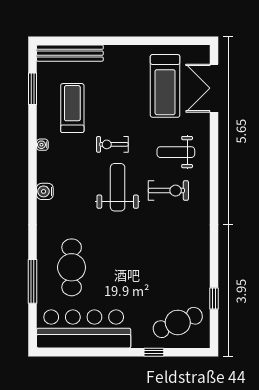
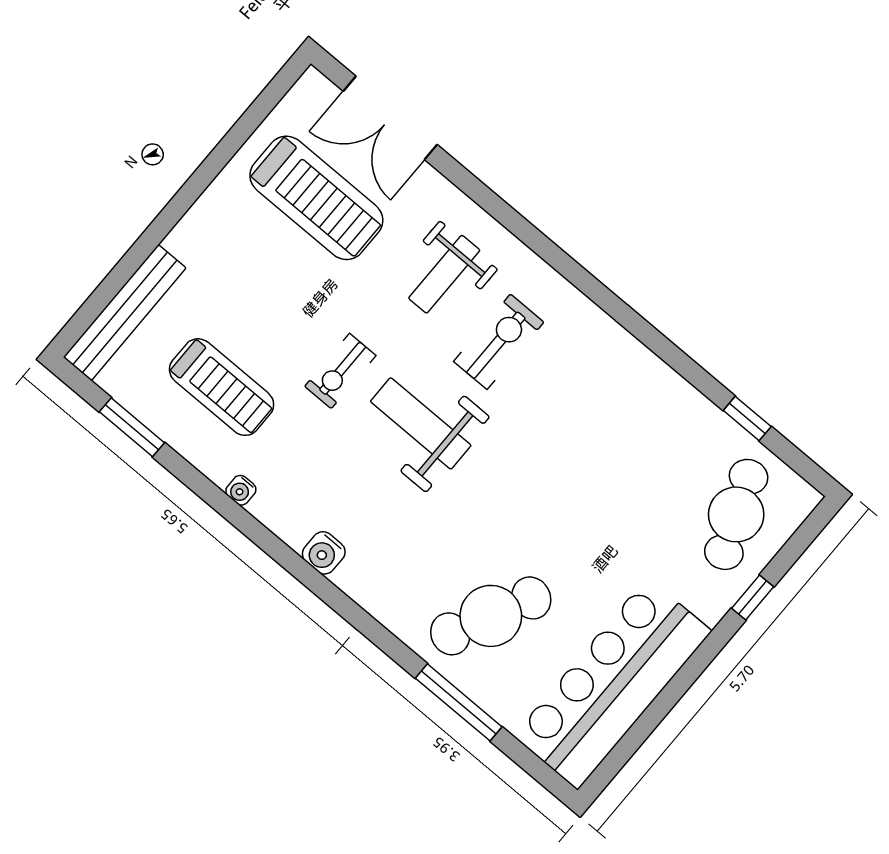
treadmill: (72, 108) -> (222, 387), turned 180
cafe table: (72, 267) -> (491, 616), turned -64

